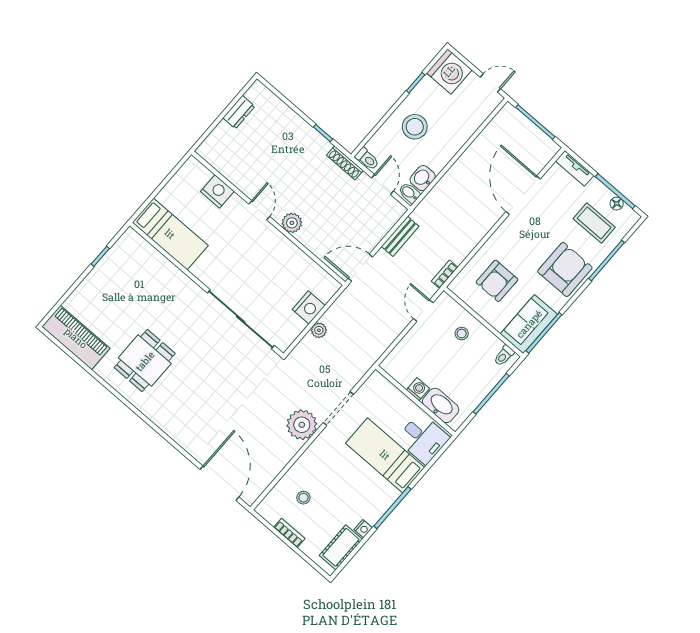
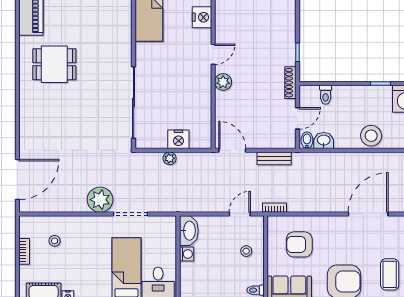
stool: (415, 127) -> (371, 136), moved
toilet: (367, 159) -> (326, 95), moved
washbasin: (441, 405) -> (189, 231), moved

